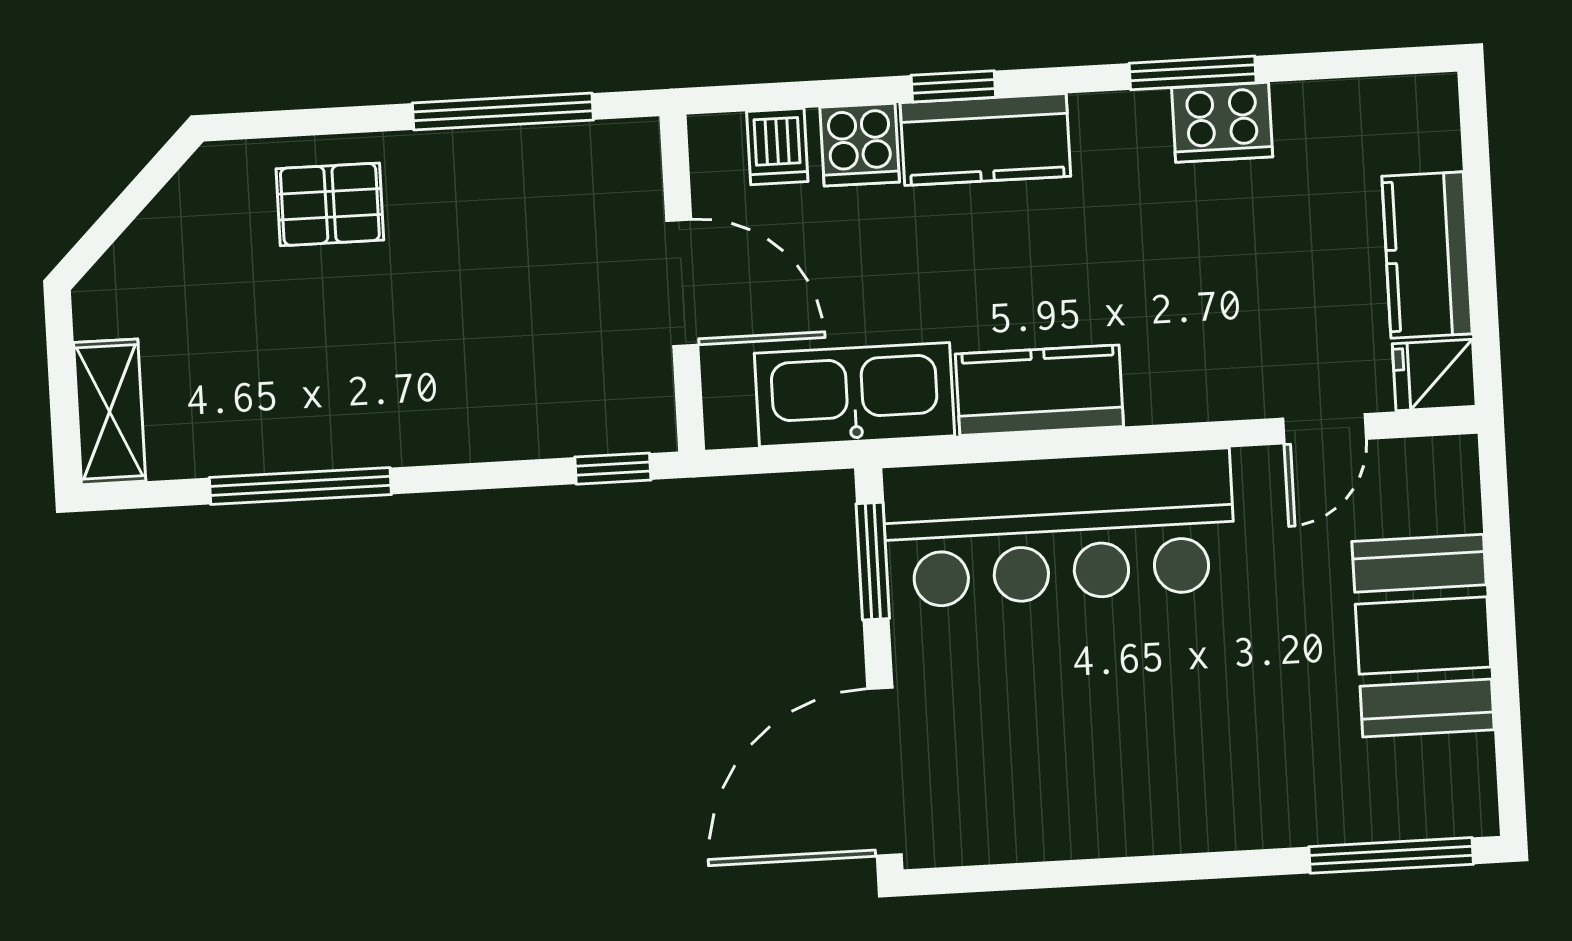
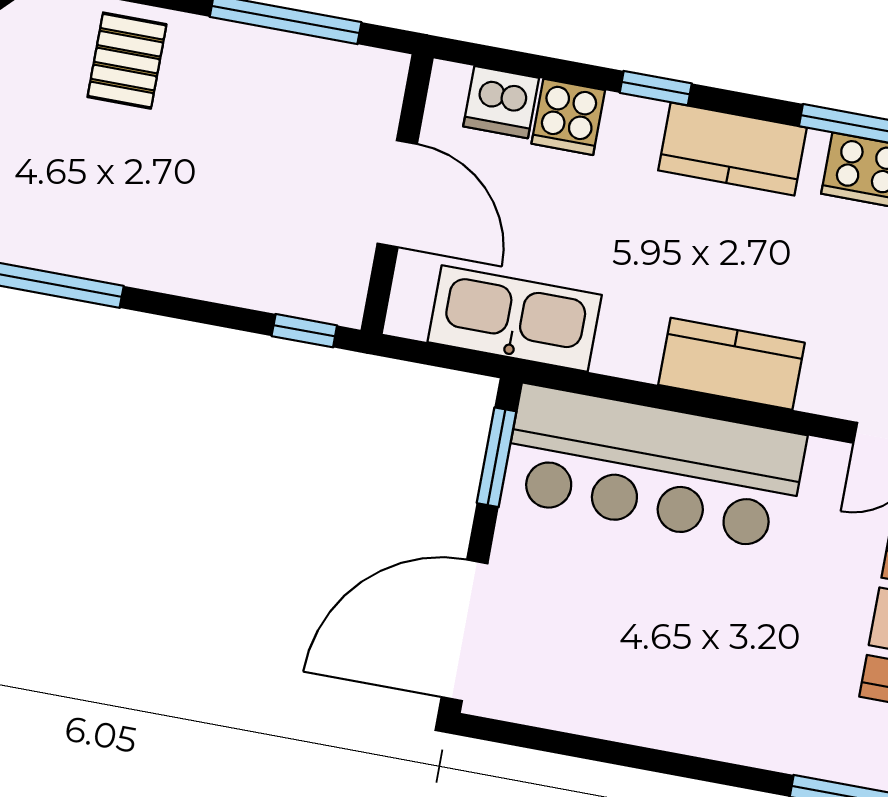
kitchen counter: (985, 140) -> (733, 149), moved
dishwasher: (777, 146) -> (501, 102), width x1.38
pallet: (330, 204) -> (127, 61), turned 90
kitchen counter: (1039, 390) -> (731, 364), moved

